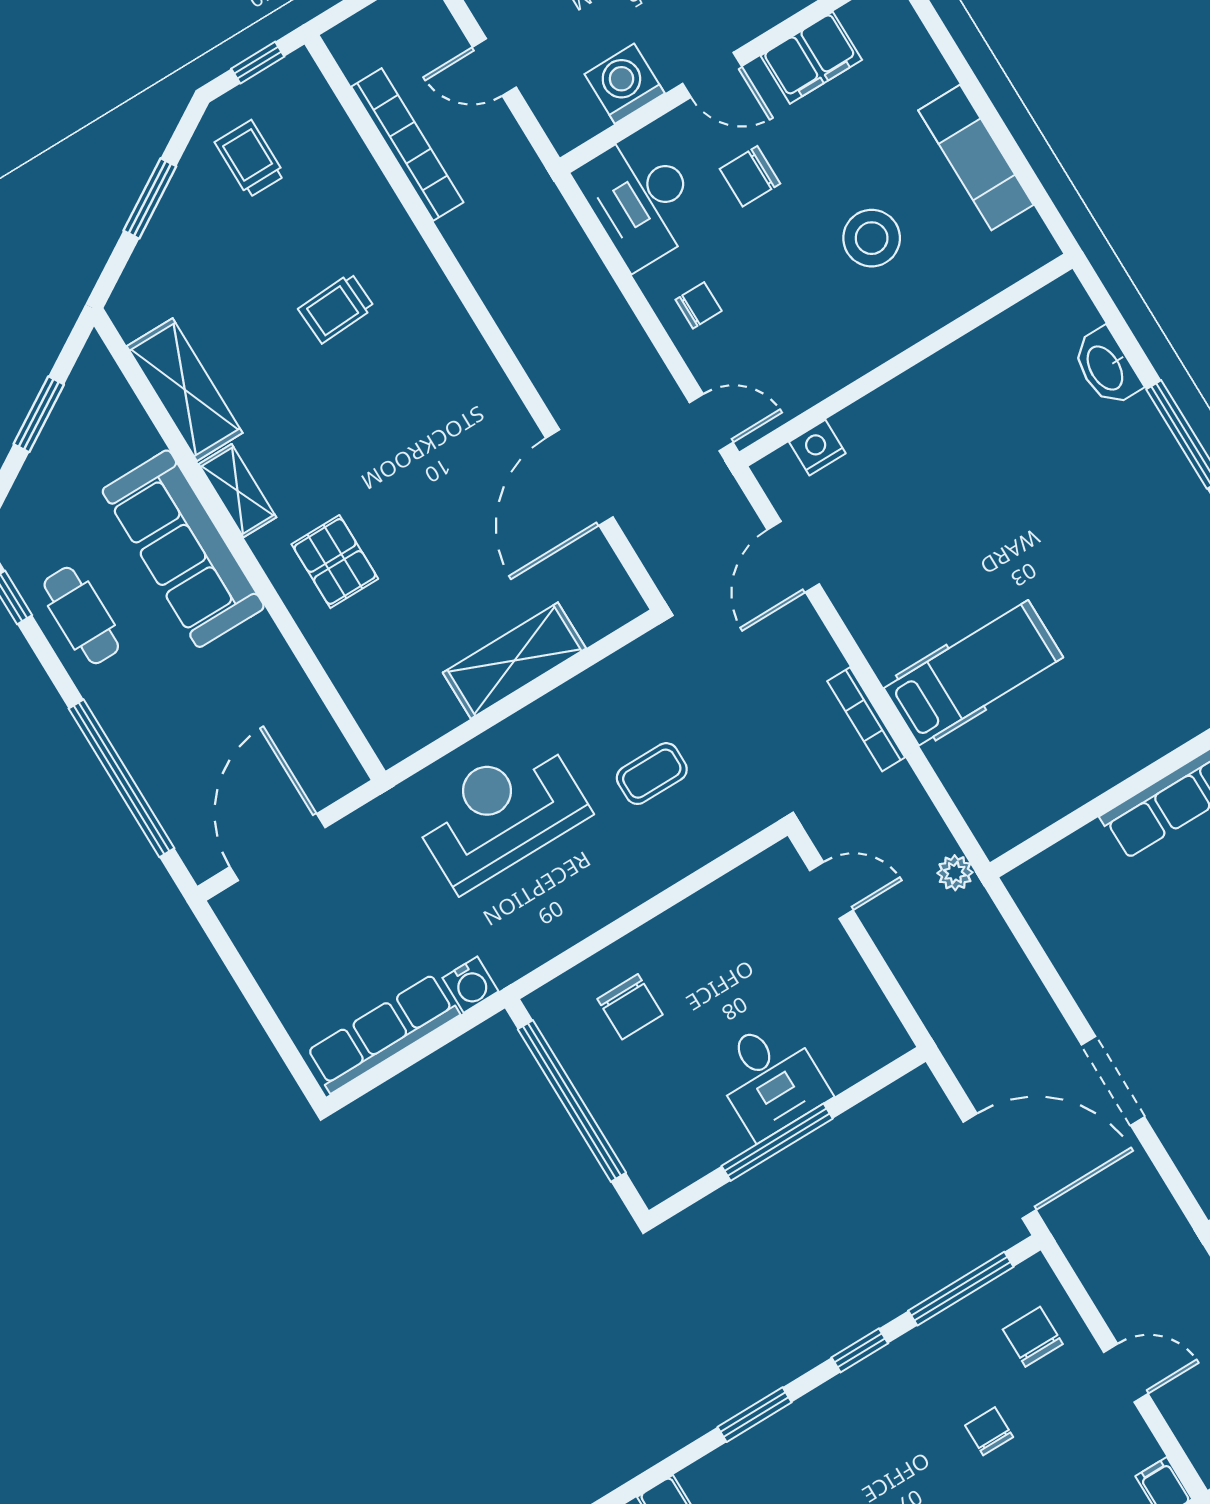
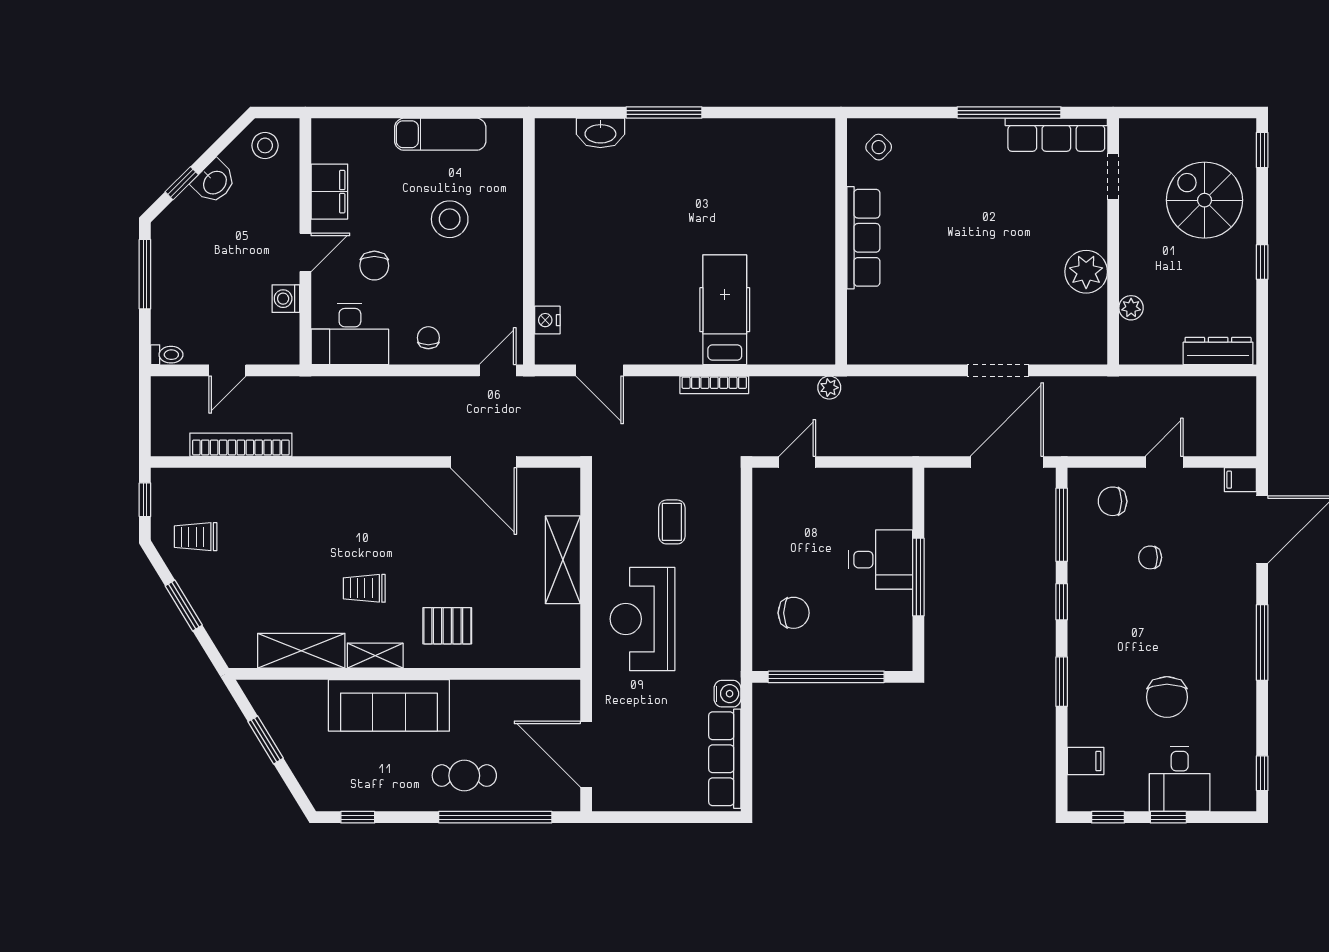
washing machine: (625, 84) -> (286, 299), width x0.73, depth x0.73
trolley: (336, 308) -> (364, 588), moved, turned 93
cafe table: (81, 616) -> (464, 776), moved

